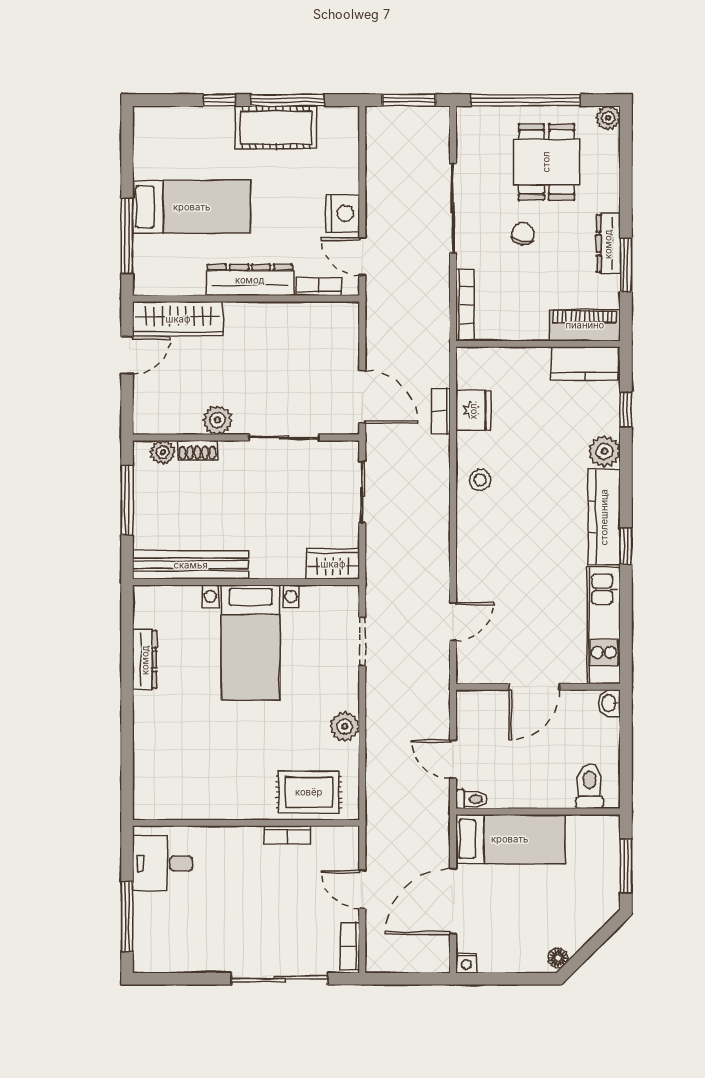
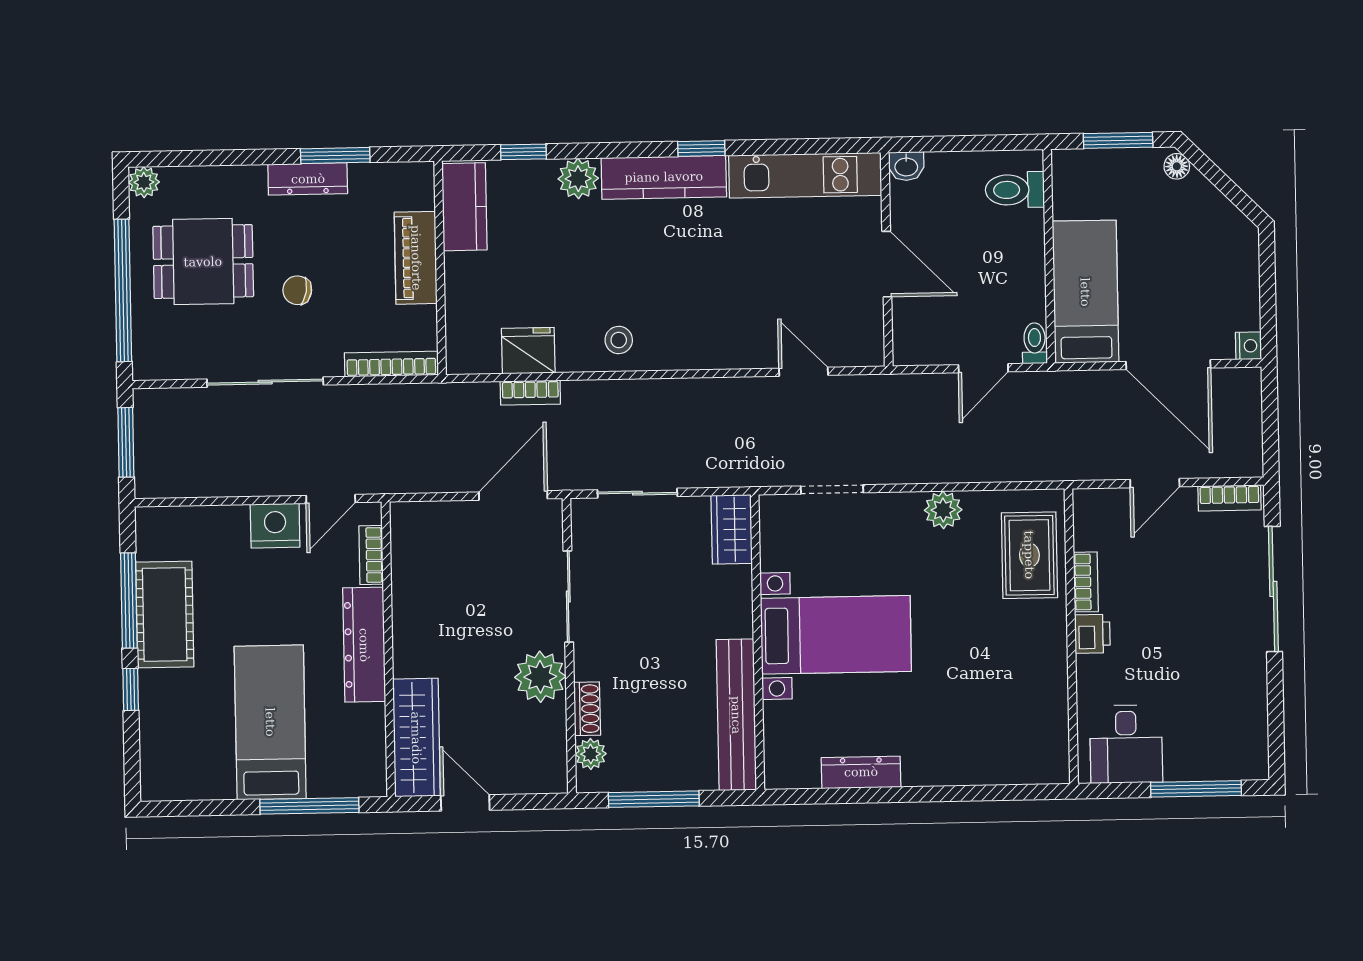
piano: (585, 325) -> (416, 258), moved
plant: (217, 420) -> (540, 677), width x1.36, depth x1.36
printer: (247, 839) -> (1092, 634), added
floor lamp: (558, 958) -> (1177, 166), moved

